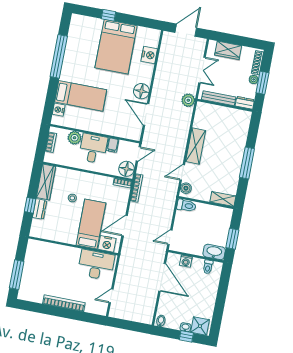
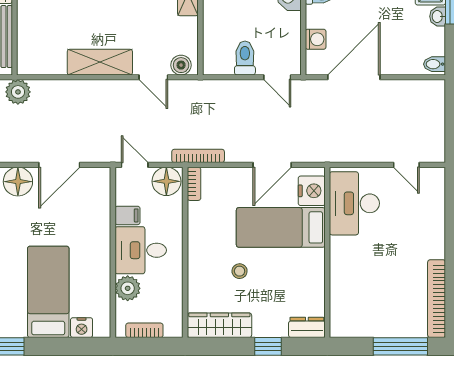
toilet: (186, 206) -> (245, 58), moved
dresser: (40, 209) -> (307, 327), moved
door: (125, 226) -> (272, 165), hinge flipped
bookcase: (64, 303) -> (437, 299), moved

